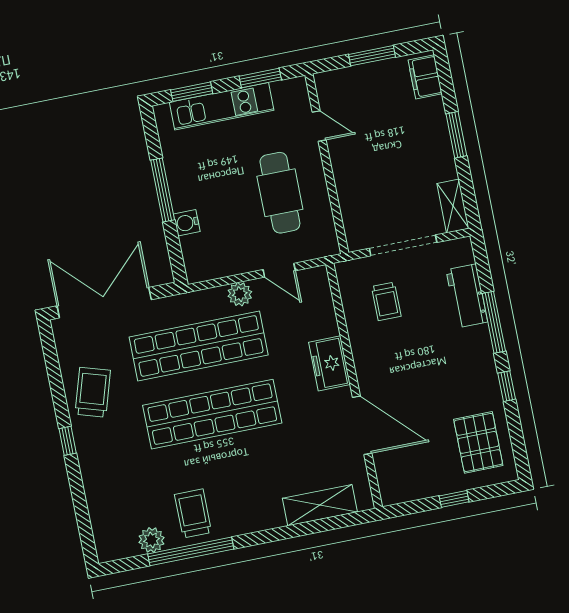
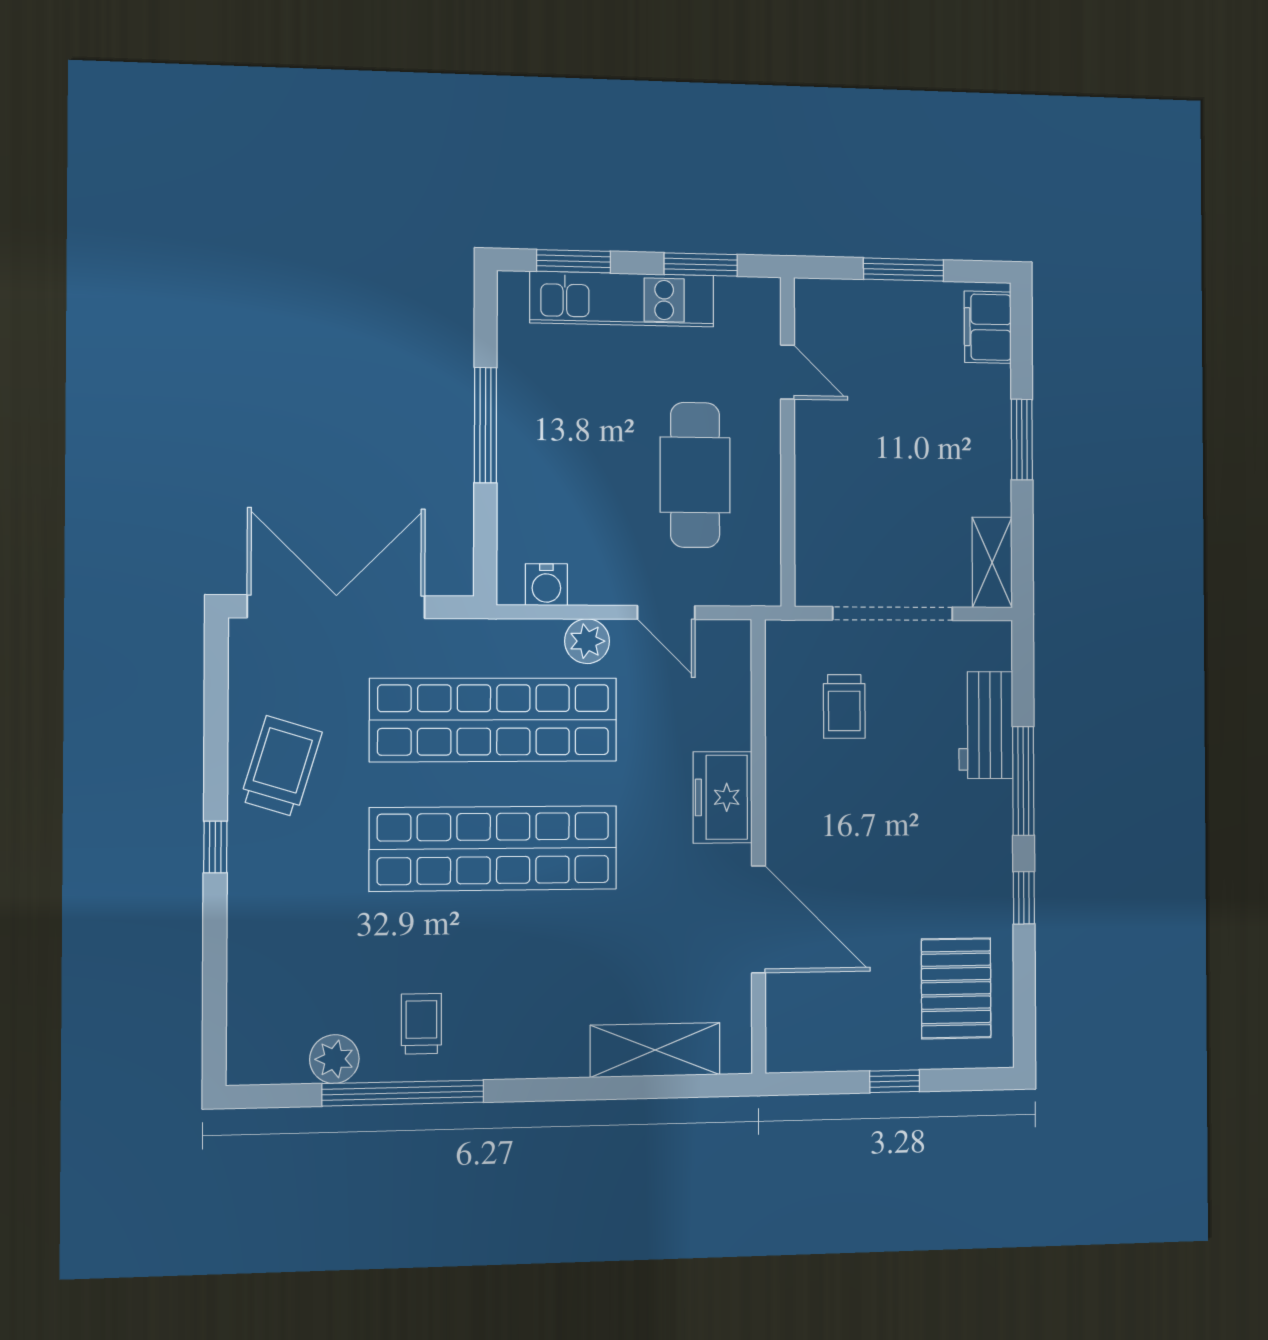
water cooler: (187, 223) -> (546, 585), moved, turned -90
trolley: (193, 513) -> (421, 1024), width x0.73, depth x0.72

